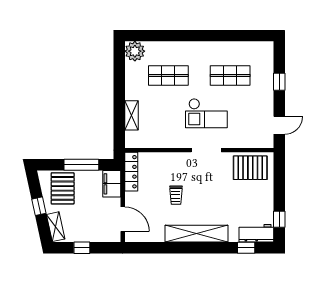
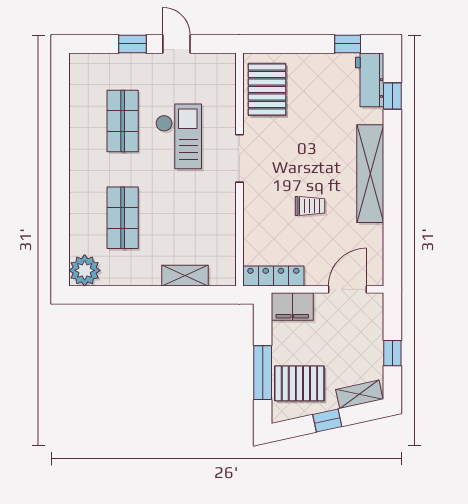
checkout: (206, 113) -> (179, 136), moved
door: (279, 125) -> (176, 44), moved
window: (81, 165) -> (263, 373), moved

